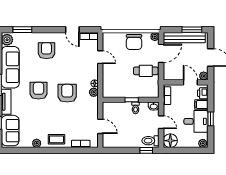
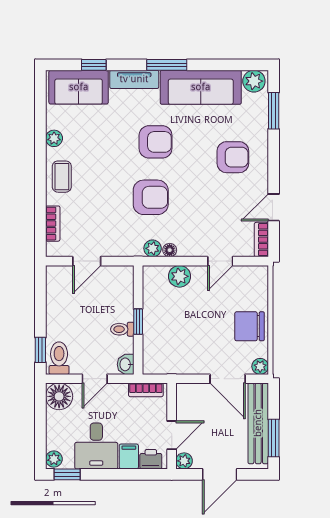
cafe table: (146, 71) -> (194, 349), removed
plant: (108, 78) -> (179, 276), added
window: (211, 119) -> (67, 474), moved

